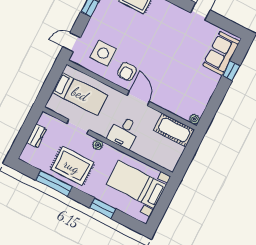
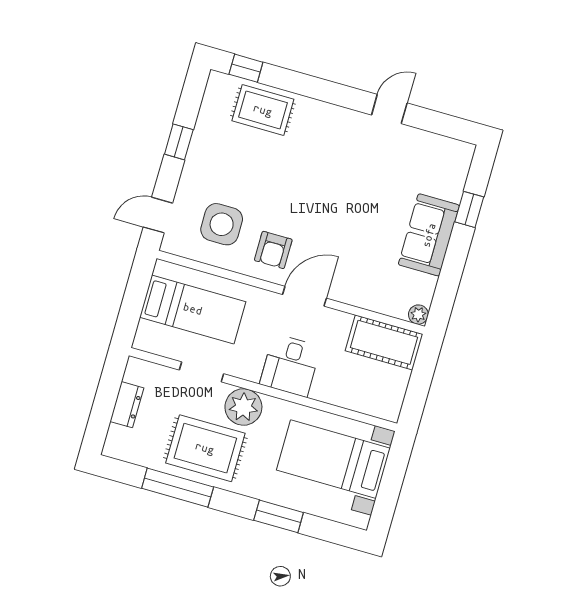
sofa: (221, 53) -> (429, 235), moved
door: (138, 98) -> (305, 296), hinge flipped
plant: (98, 145) -> (243, 407), width x1.87, depth x1.87

